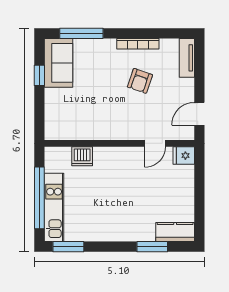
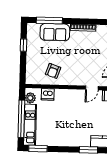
sofa: (59, 63) -> (55, 32), moved, turned 90
armchair: (140, 81) -> (53, 71), moved
plant: (53, 163) -> (30, 98), added

